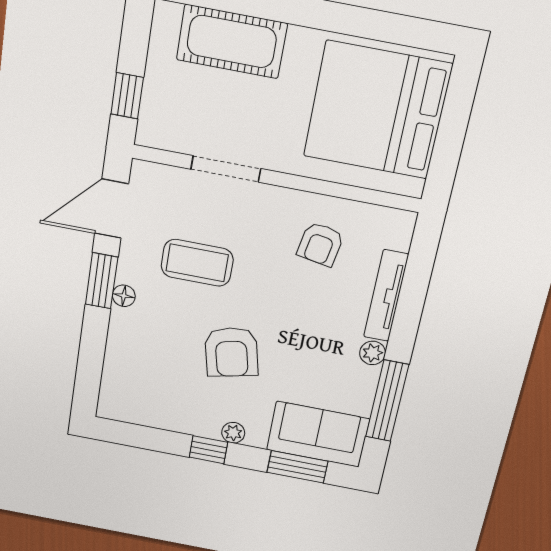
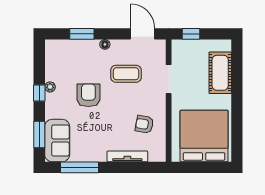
coffee table: (197, 263) -> (126, 74), turned 90
window: (102, 281) -> (82, 34), moved
armchair: (231, 352) -> (88, 95), turned 103
plant: (373, 353) -> (101, 156), removed
plant: (233, 433) -> (50, 87), moved

